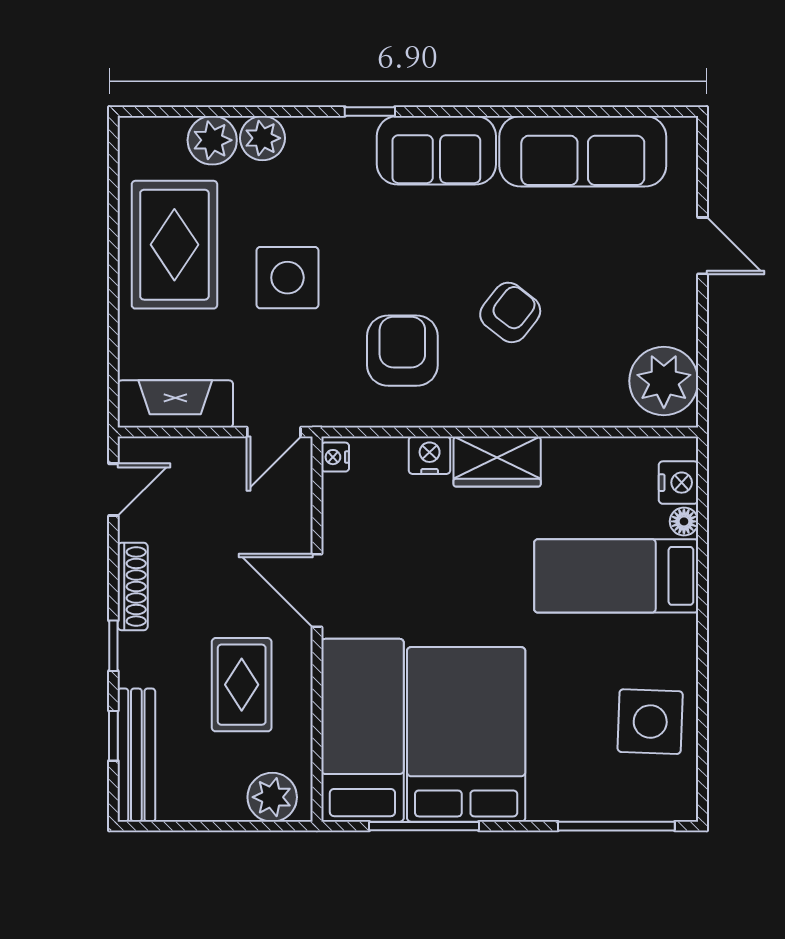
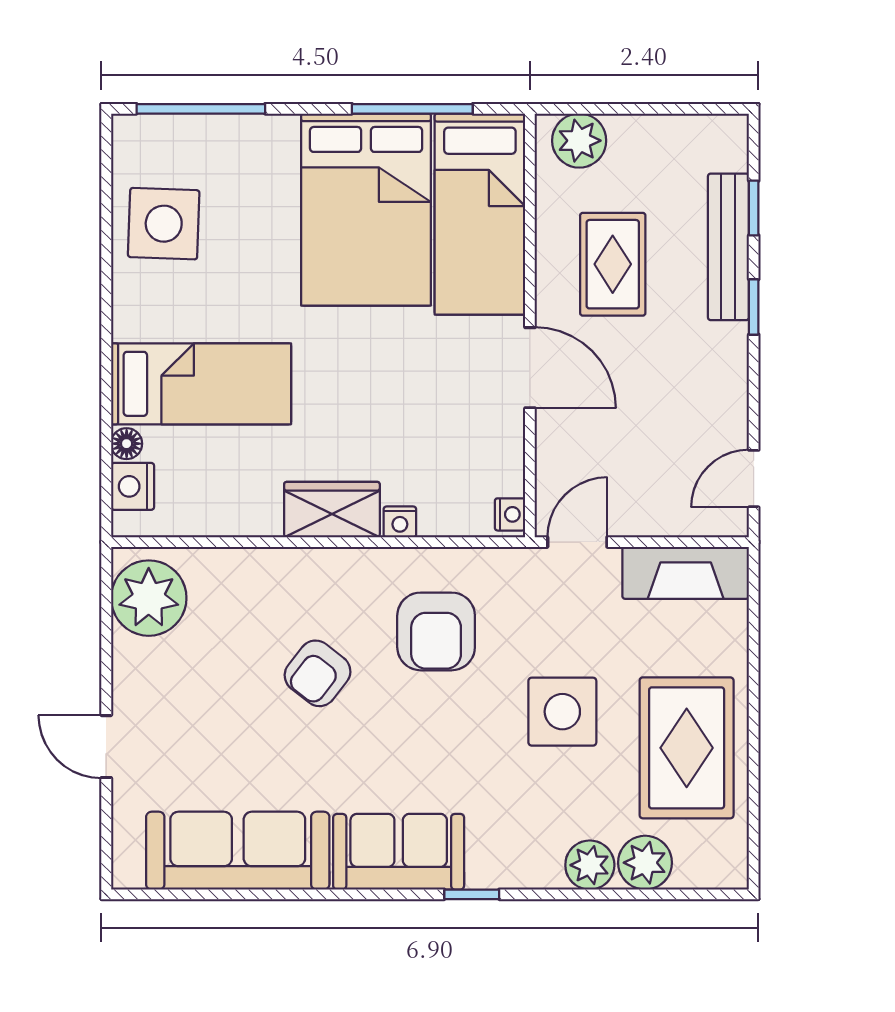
nightstand: (430, 455) -> (400, 522), width x0.72, depth x0.74
shoe rack: (133, 587) -> (733, 372), removed
bench: (136, 755) -> (728, 247), moved

